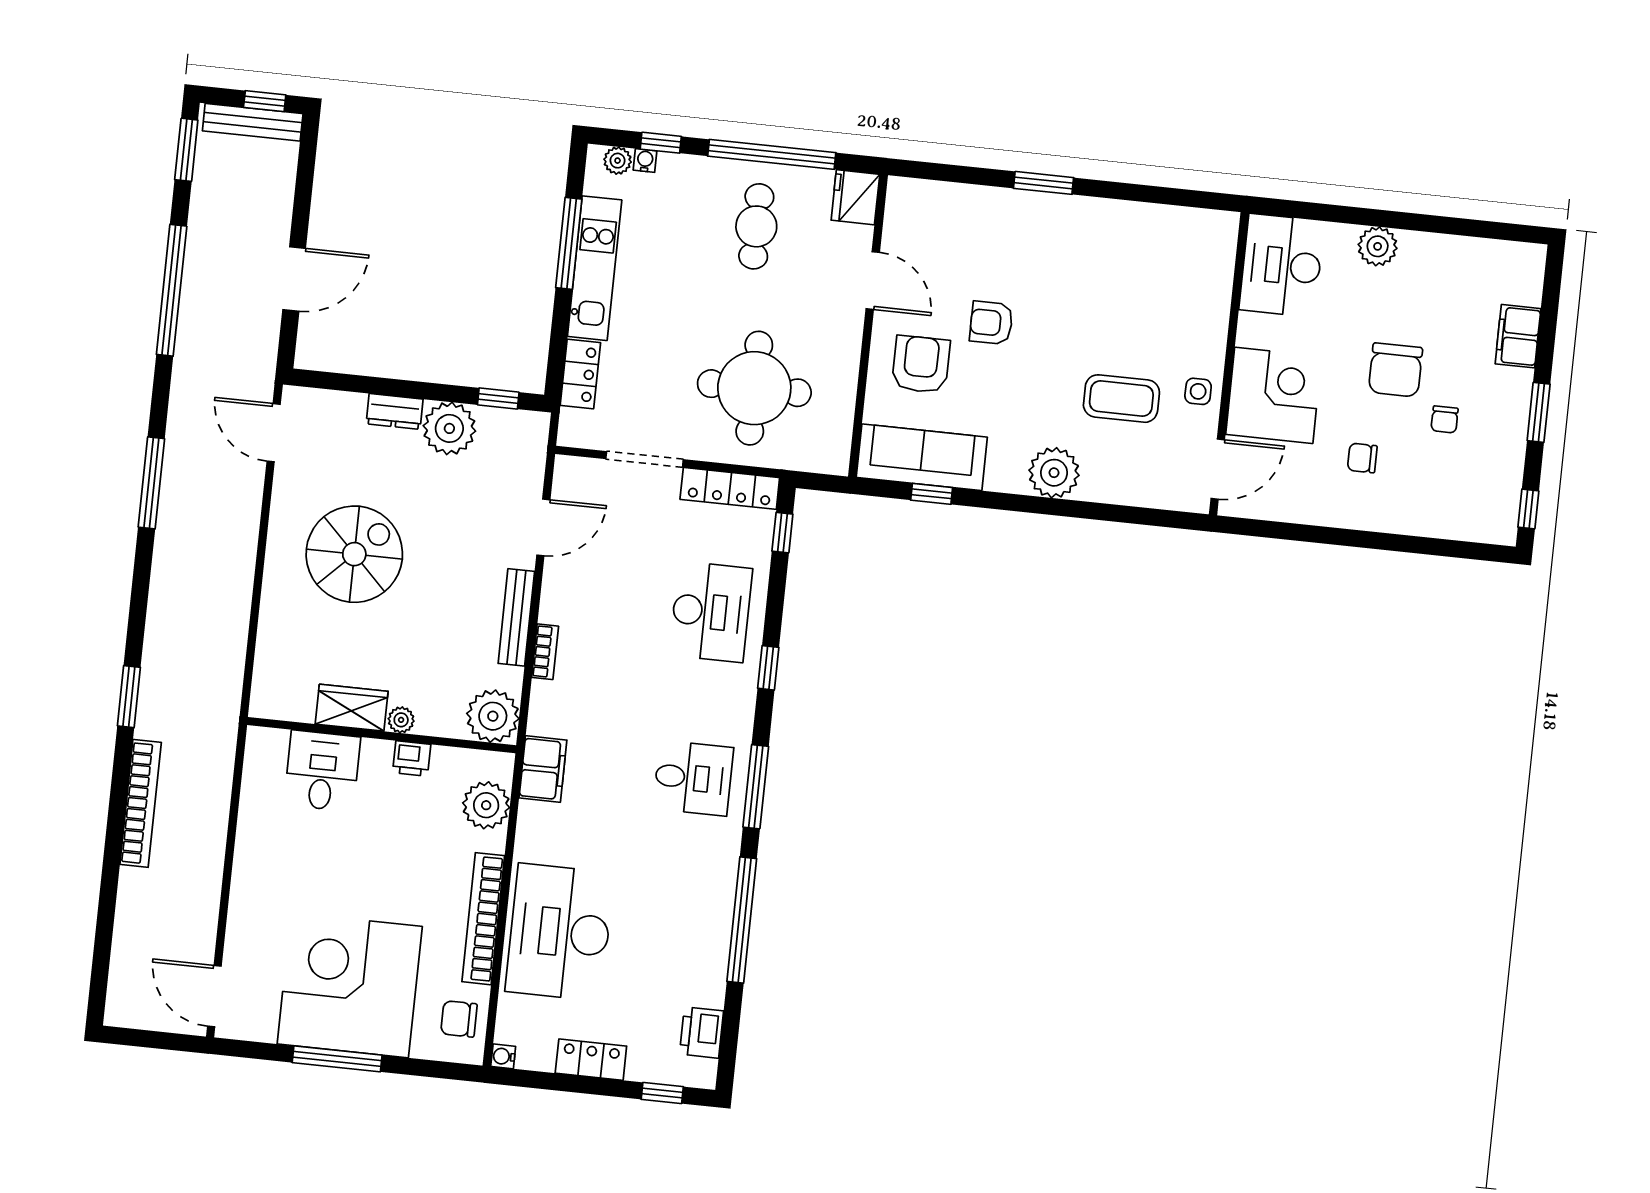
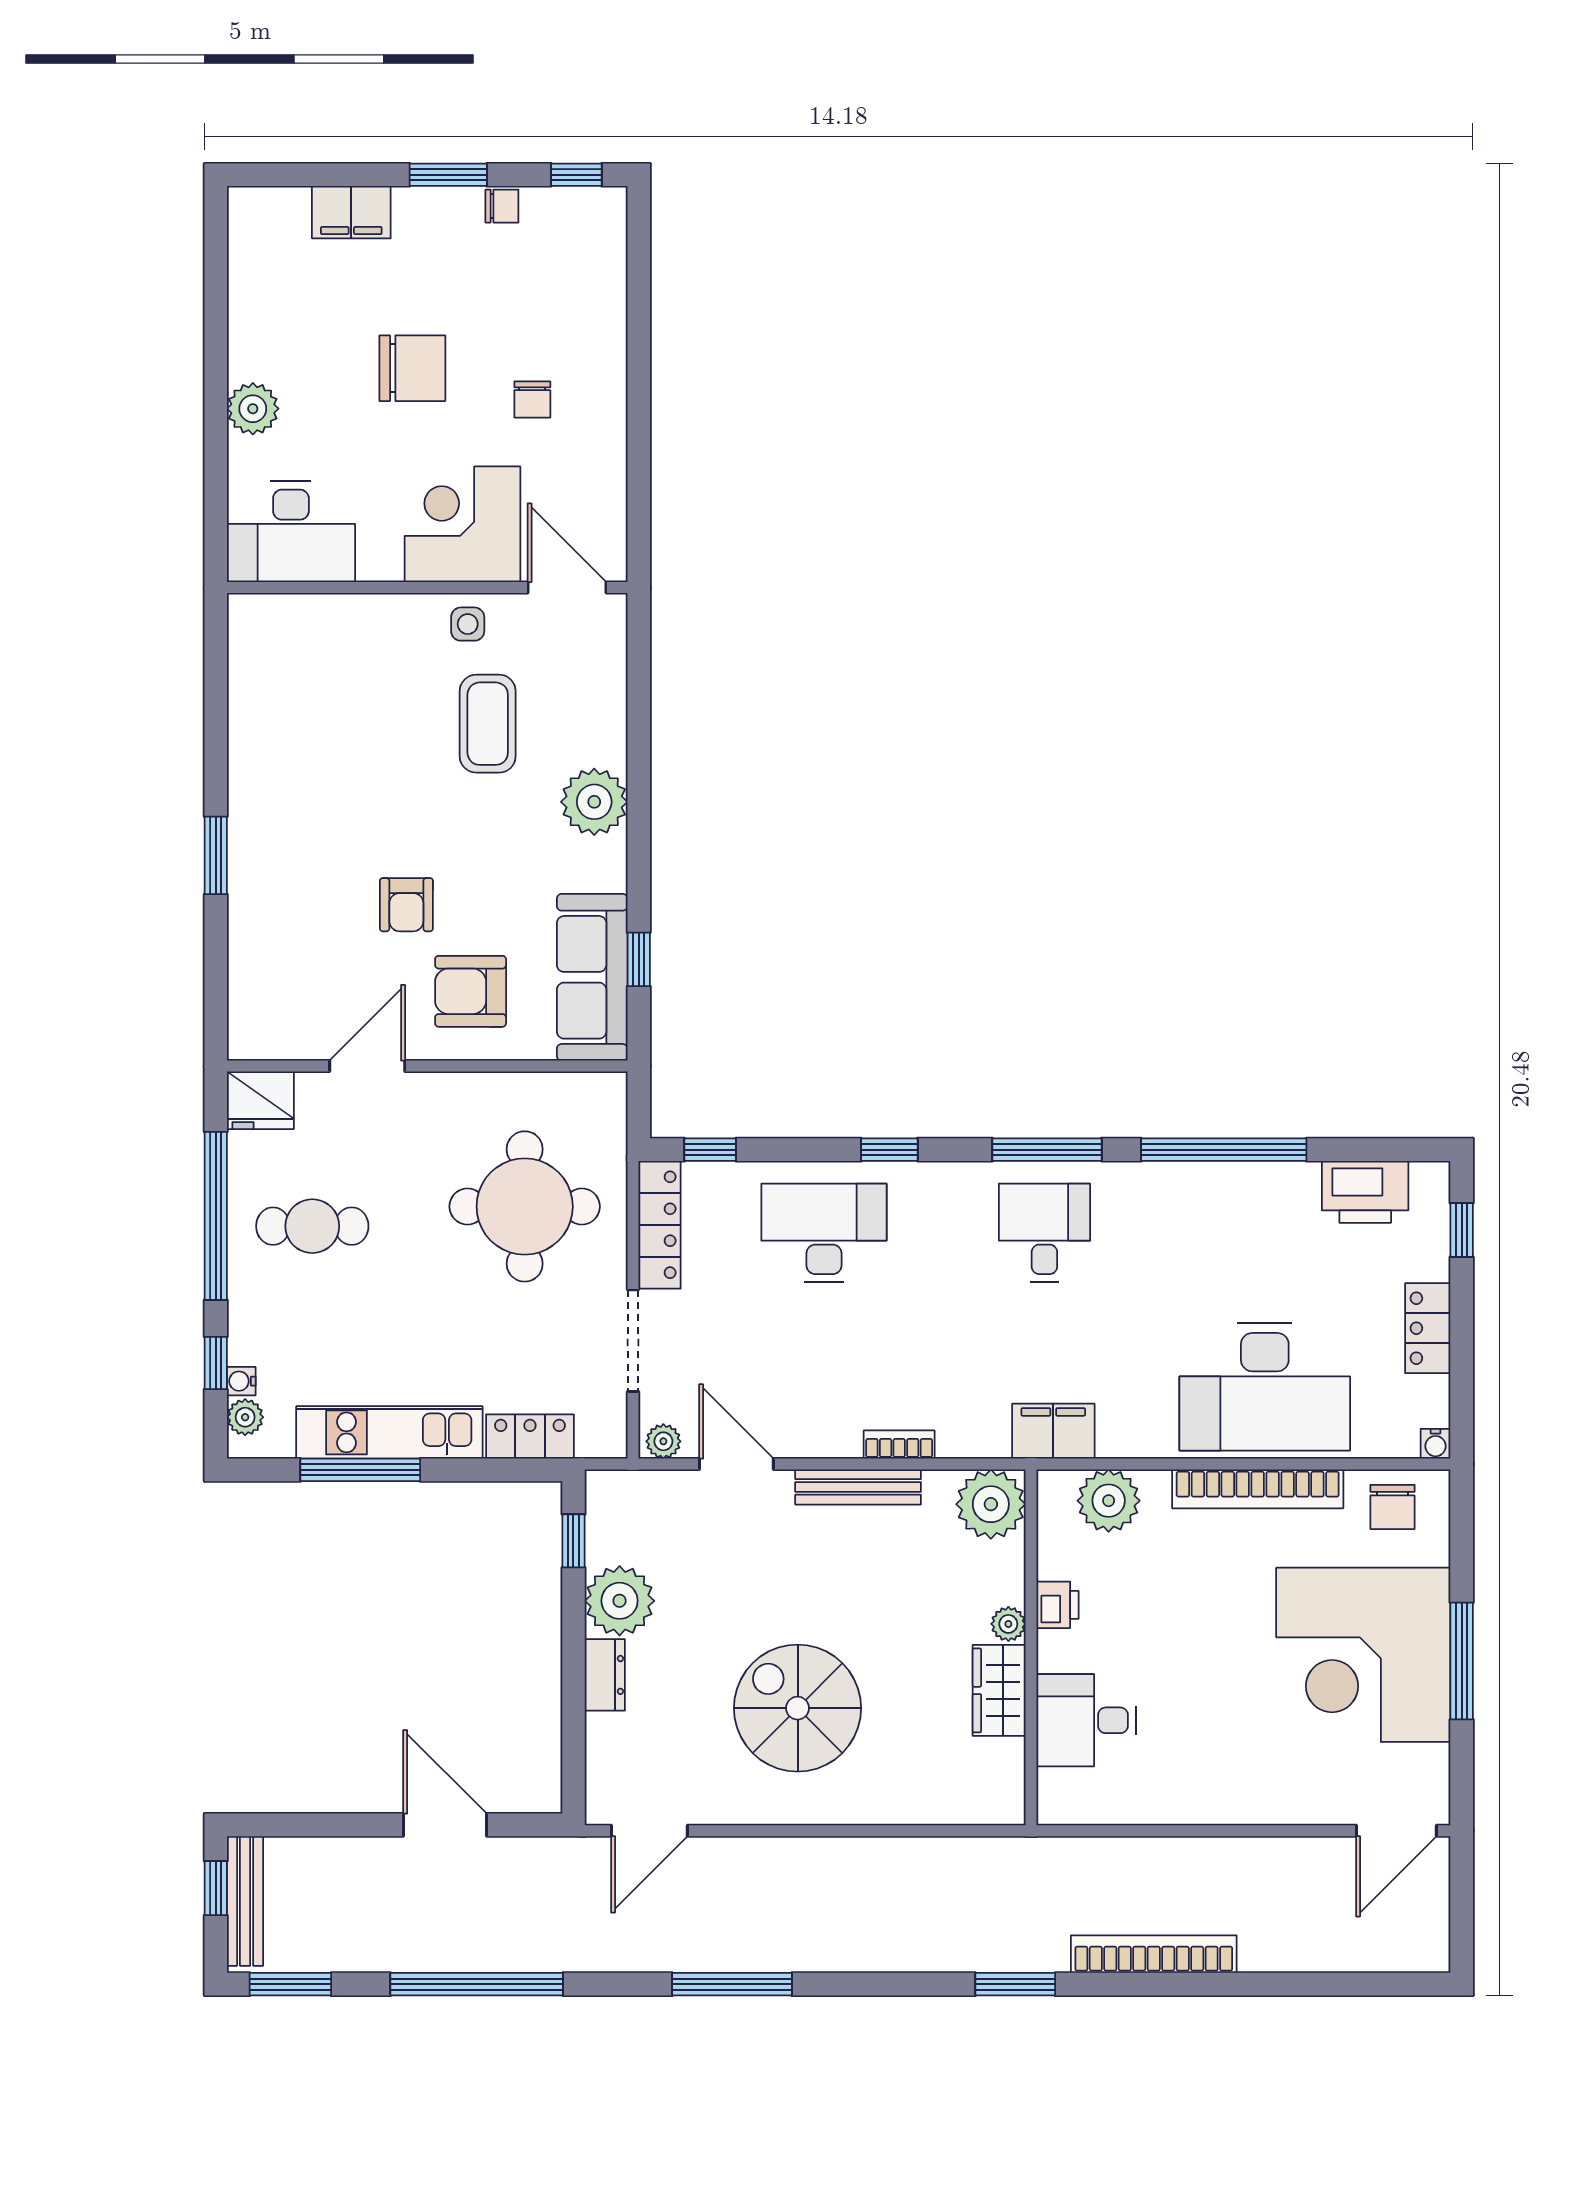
chair: (1445, 419) -> (502, 206), moved
plant: (566, 474) -> (663, 1441), added
printer: (702, 1033) -> (1365, 1192), width x1.37, depth x1.19

